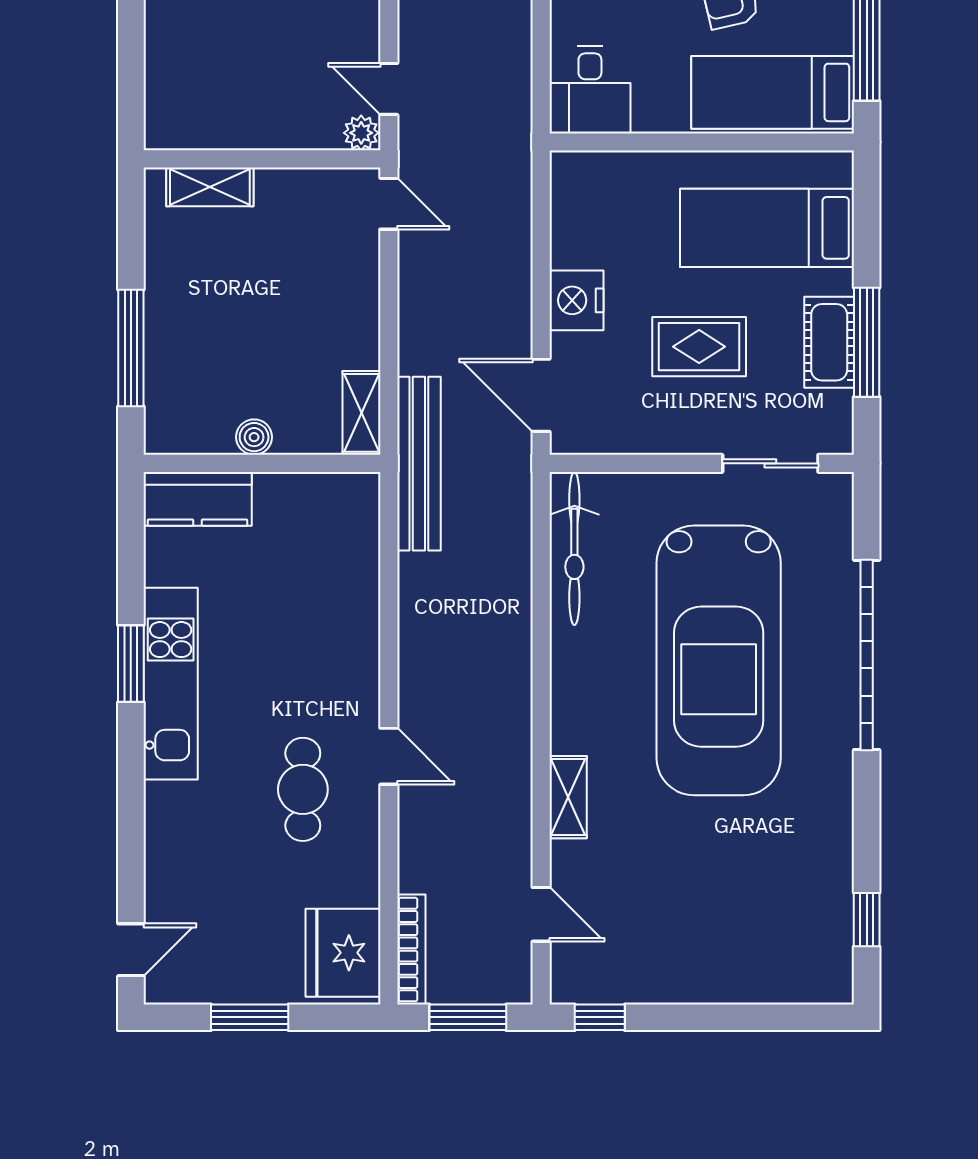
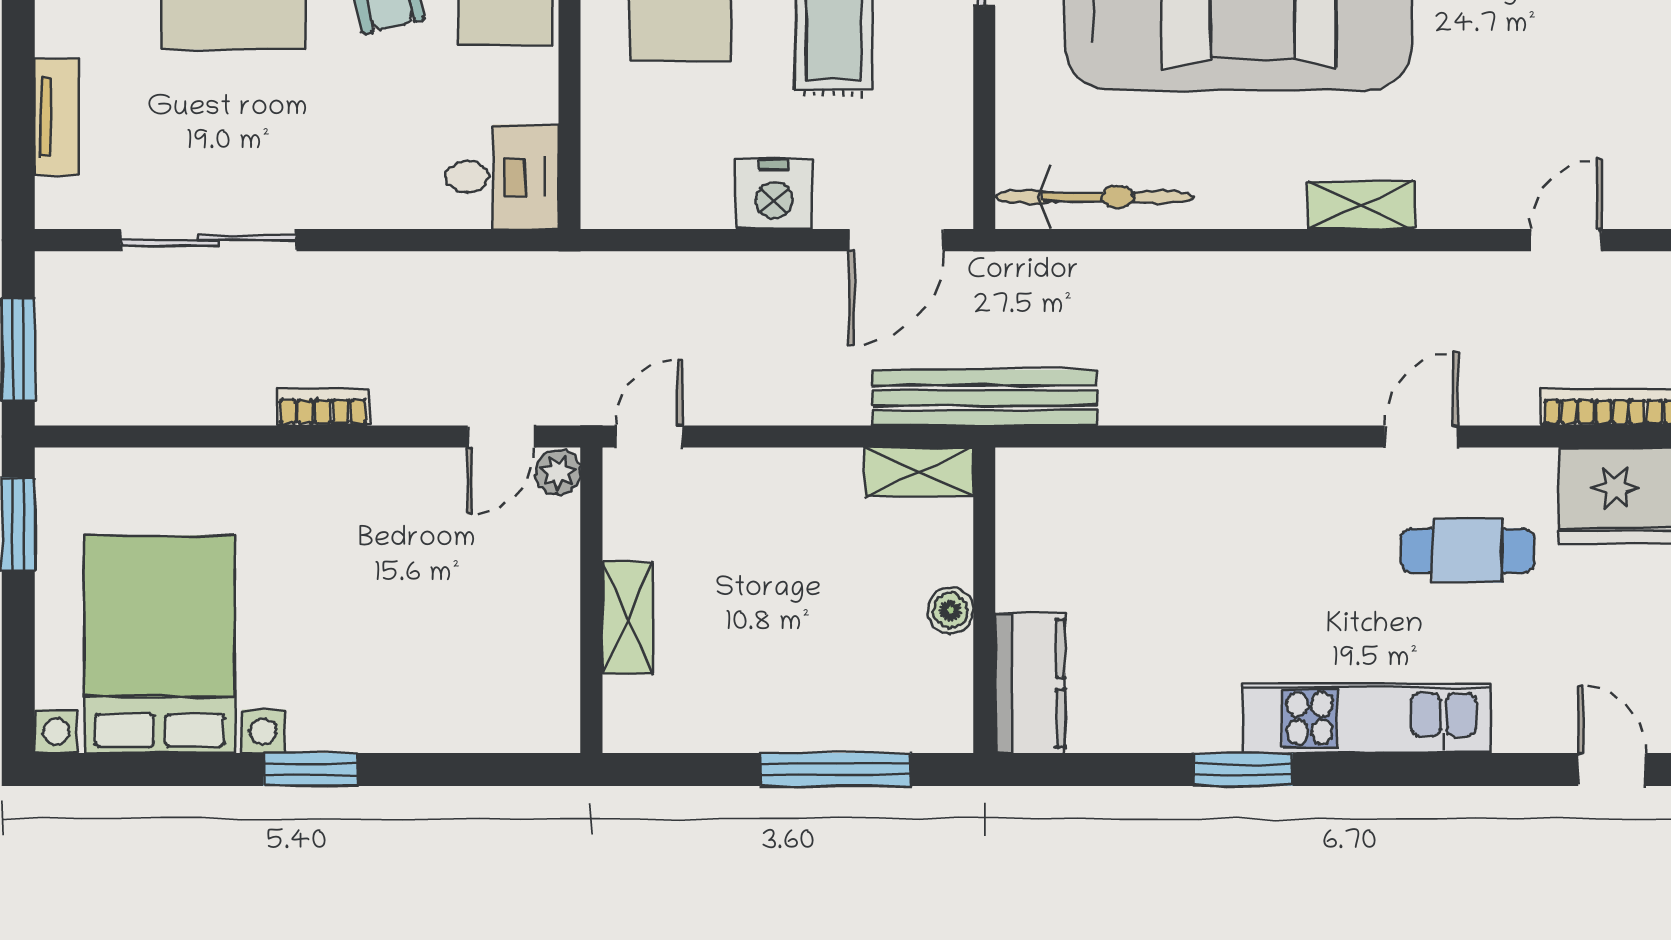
shelving: (210, 187) -> (627, 618), moved
kitchen unit: (171, 684) -> (1367, 718), moved
door: (389, 756) -> (1421, 437), moved
cafe table: (303, 789) -> (1467, 551), moved
shelving: (568, 797) -> (1361, 205), moved

